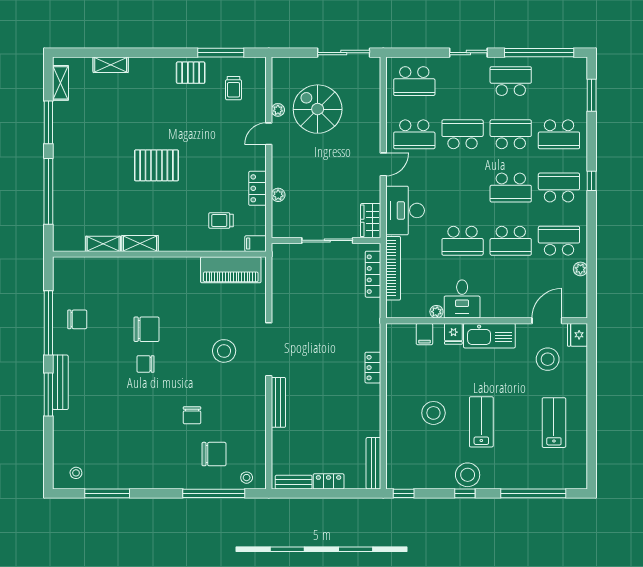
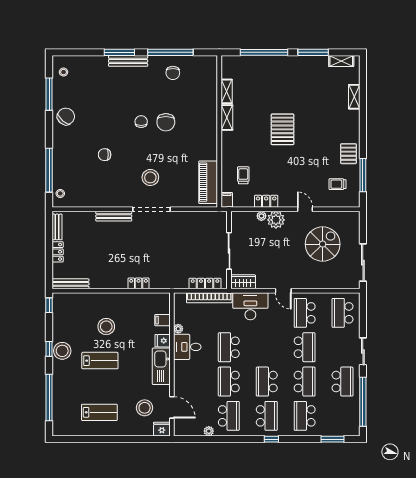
plant: (278, 110) -> (276, 220), moved, width x1.87, depth x1.87
chair: (214, 454) -> (66, 116), moved, turned -139

